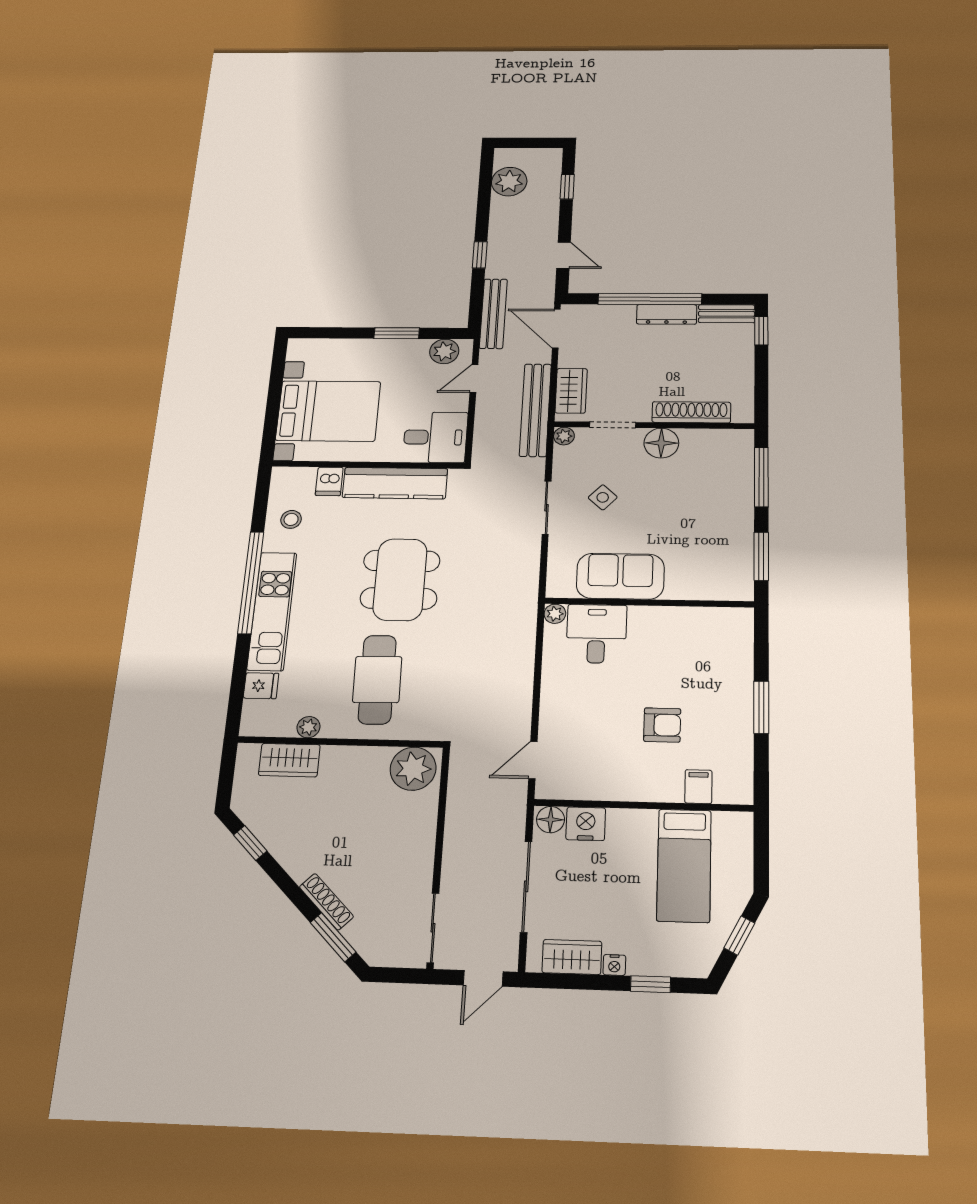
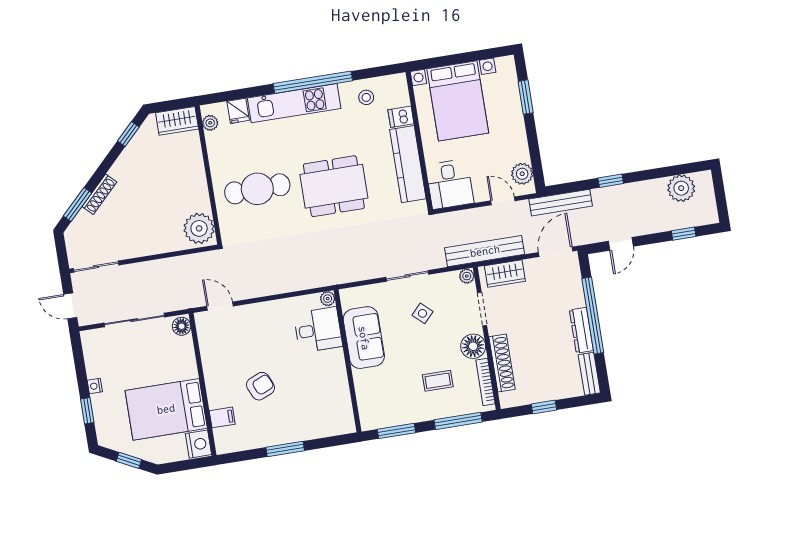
window: (761, 331) -> (544, 407), moved
window: (397, 333) -> (526, 97), moved
bookcase: (713, 436) -> (485, 382), added
coffee table: (700, 493) -> (438, 381), added
armchair: (662, 725) -> (260, 386), turned -113
plant: (308, 727) -> (210, 123), moved
wardrobe: (289, 760) -> (177, 121), moved, turned -90
nightstand: (586, 824) -> (198, 444), moved
bed: (684, 865) -> (166, 409), width x1.50
wardrobe: (572, 957) -> (95, 359), removed

